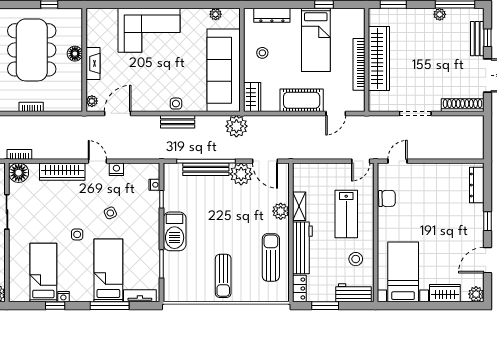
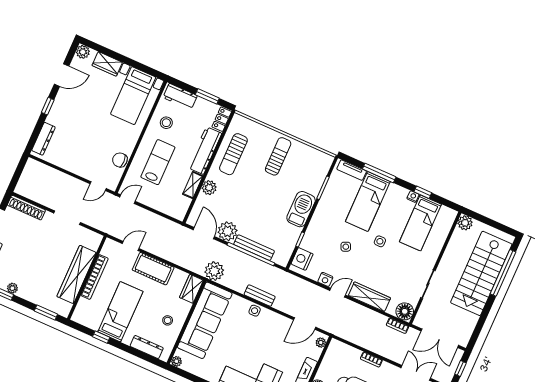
plant: (216, 14) -> (176, 361), moved
door: (97, 161) -> (338, 293), swing flipped
nightstand: (154, 185) -> (302, 259), width x1.89, depth x1.79

